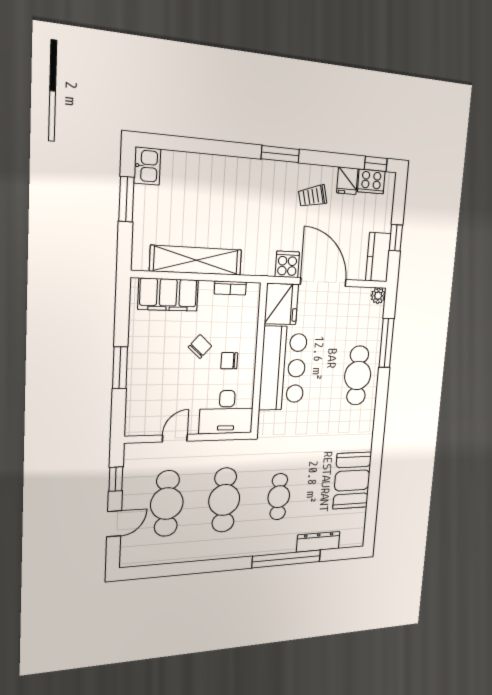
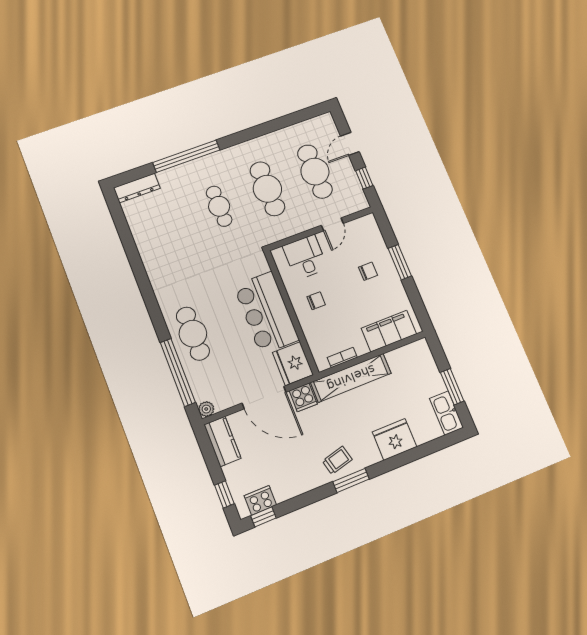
kitchen sink: (147, 166) -> (446, 413), width x1.38
fridge: (347, 181) -> (394, 439), moved, width x1.88, depth x1.34
trolley: (313, 196) -> (337, 460), moved
window: (396, 238) -> (224, 494), moved
shelving: (196, 260) -> (351, 378), moved
window: (386, 343) -> (178, 372), width x1.46
chair: (200, 347) -> (368, 271), moved, turned -132
desk: (226, 412) -> (305, 257), width x0.73
booth: (352, 480) -> (154, 242), removed
dresser: (318, 542) -> (137, 188), moved

